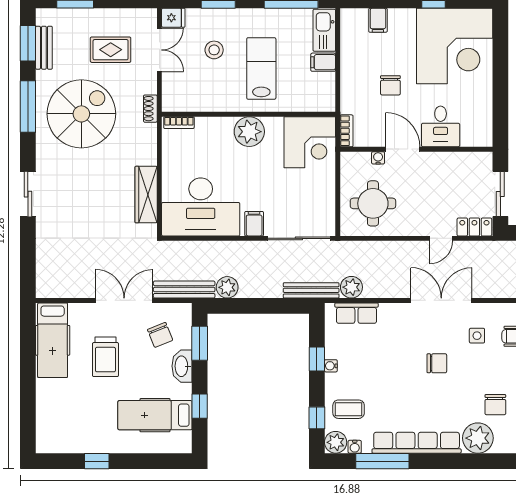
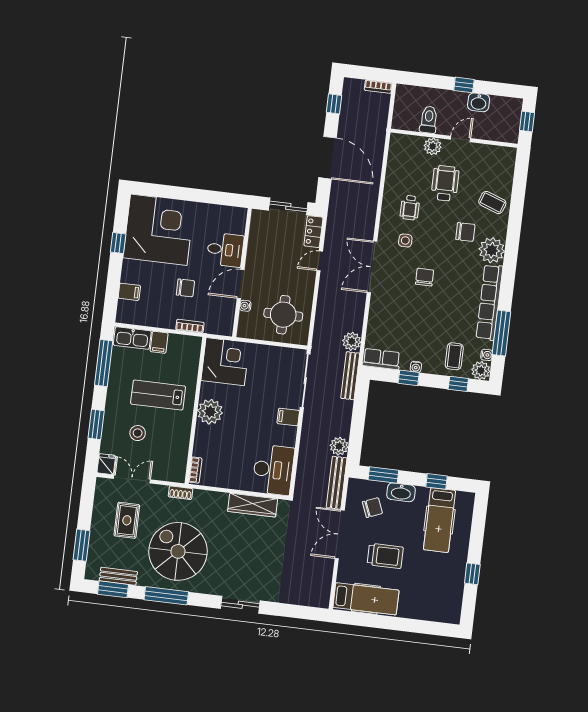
bookcase: (347, 131) -> (190, 326), moved
desk: (201, 207) -> (273, 470), width x0.73, depth x0.77
door: (441, 238) -> (320, 261), swing flipped
row of seats: (356, 313) -> (381, 359), moved, turned -90

